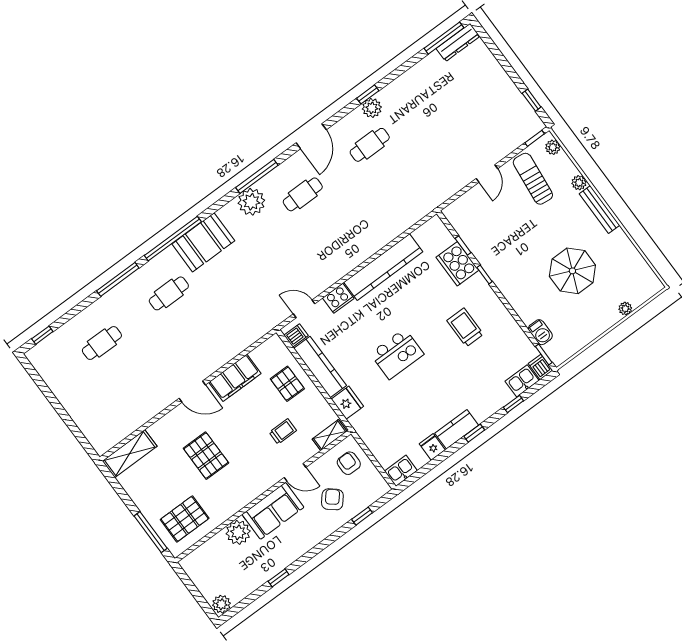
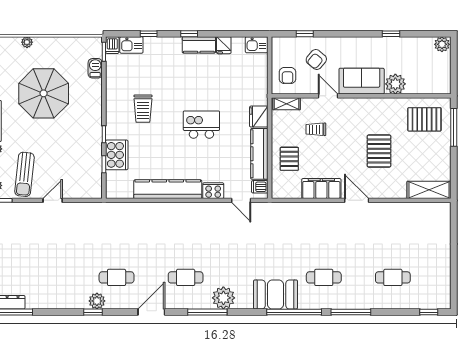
parasol: (572, 271) -> (44, 93), width x1.36, depth x1.36

